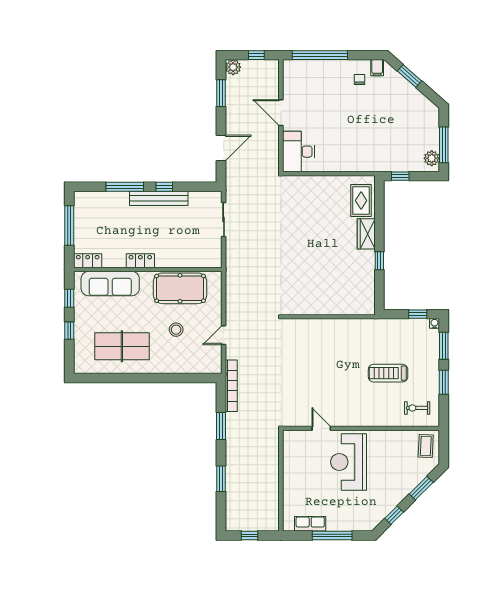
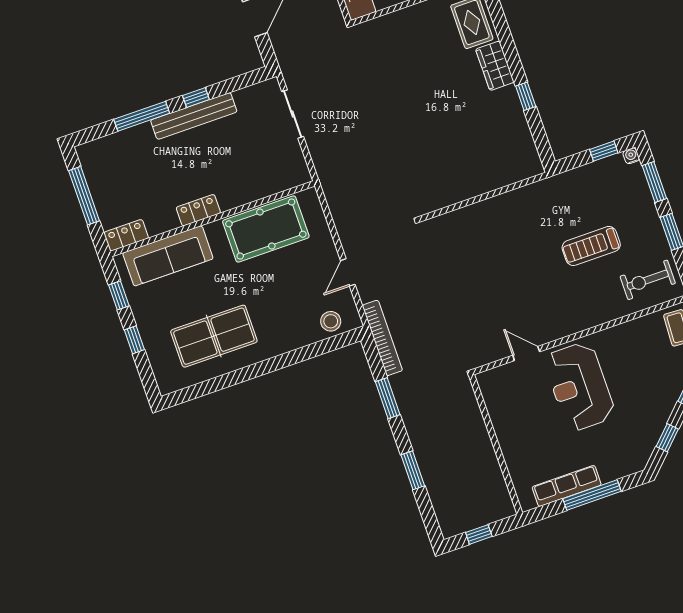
stool: (176, 330) -> (331, 321), moved
exercise bike: (417, 408) -> (648, 280), width x1.38, depth x1.39
row of seats: (310, 524) -> (567, 486), width x1.48

